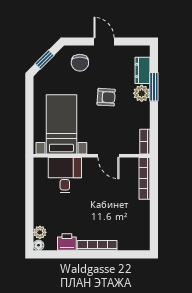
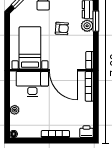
door: (109, 156) -> (64, 70), width x1.88
desk: (65, 175) -> (32, 84), width x1.37
plant: (40, 232) -> (15, 110), moved
printer: (67, 242) -> (86, 132), moved

